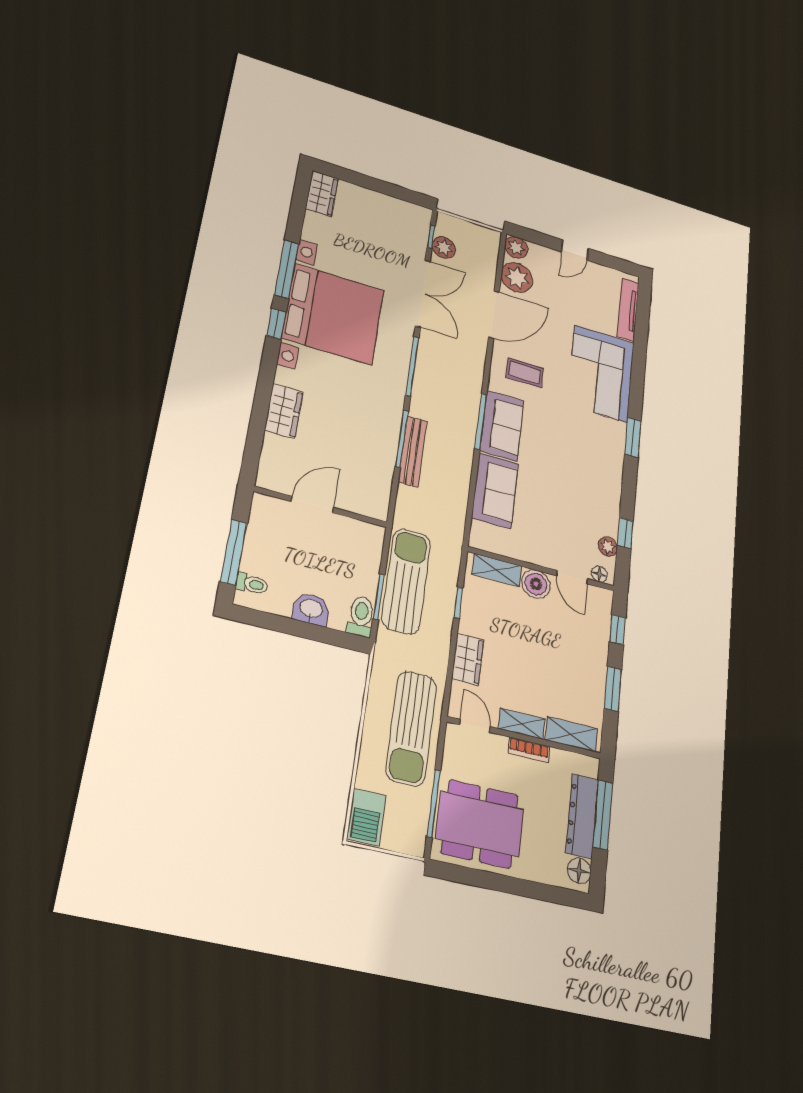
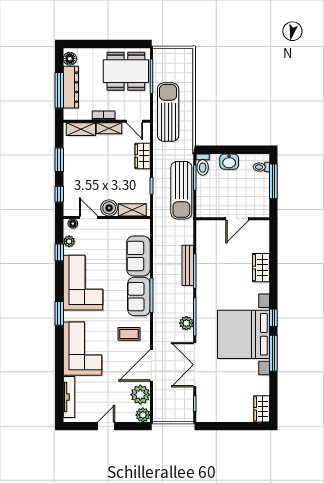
plant: (444, 248) -> (186, 323), moved
corner sofa: (591, 474) -> (83, 283), added
barbecue: (366, 817) -> (185, 62), removed

